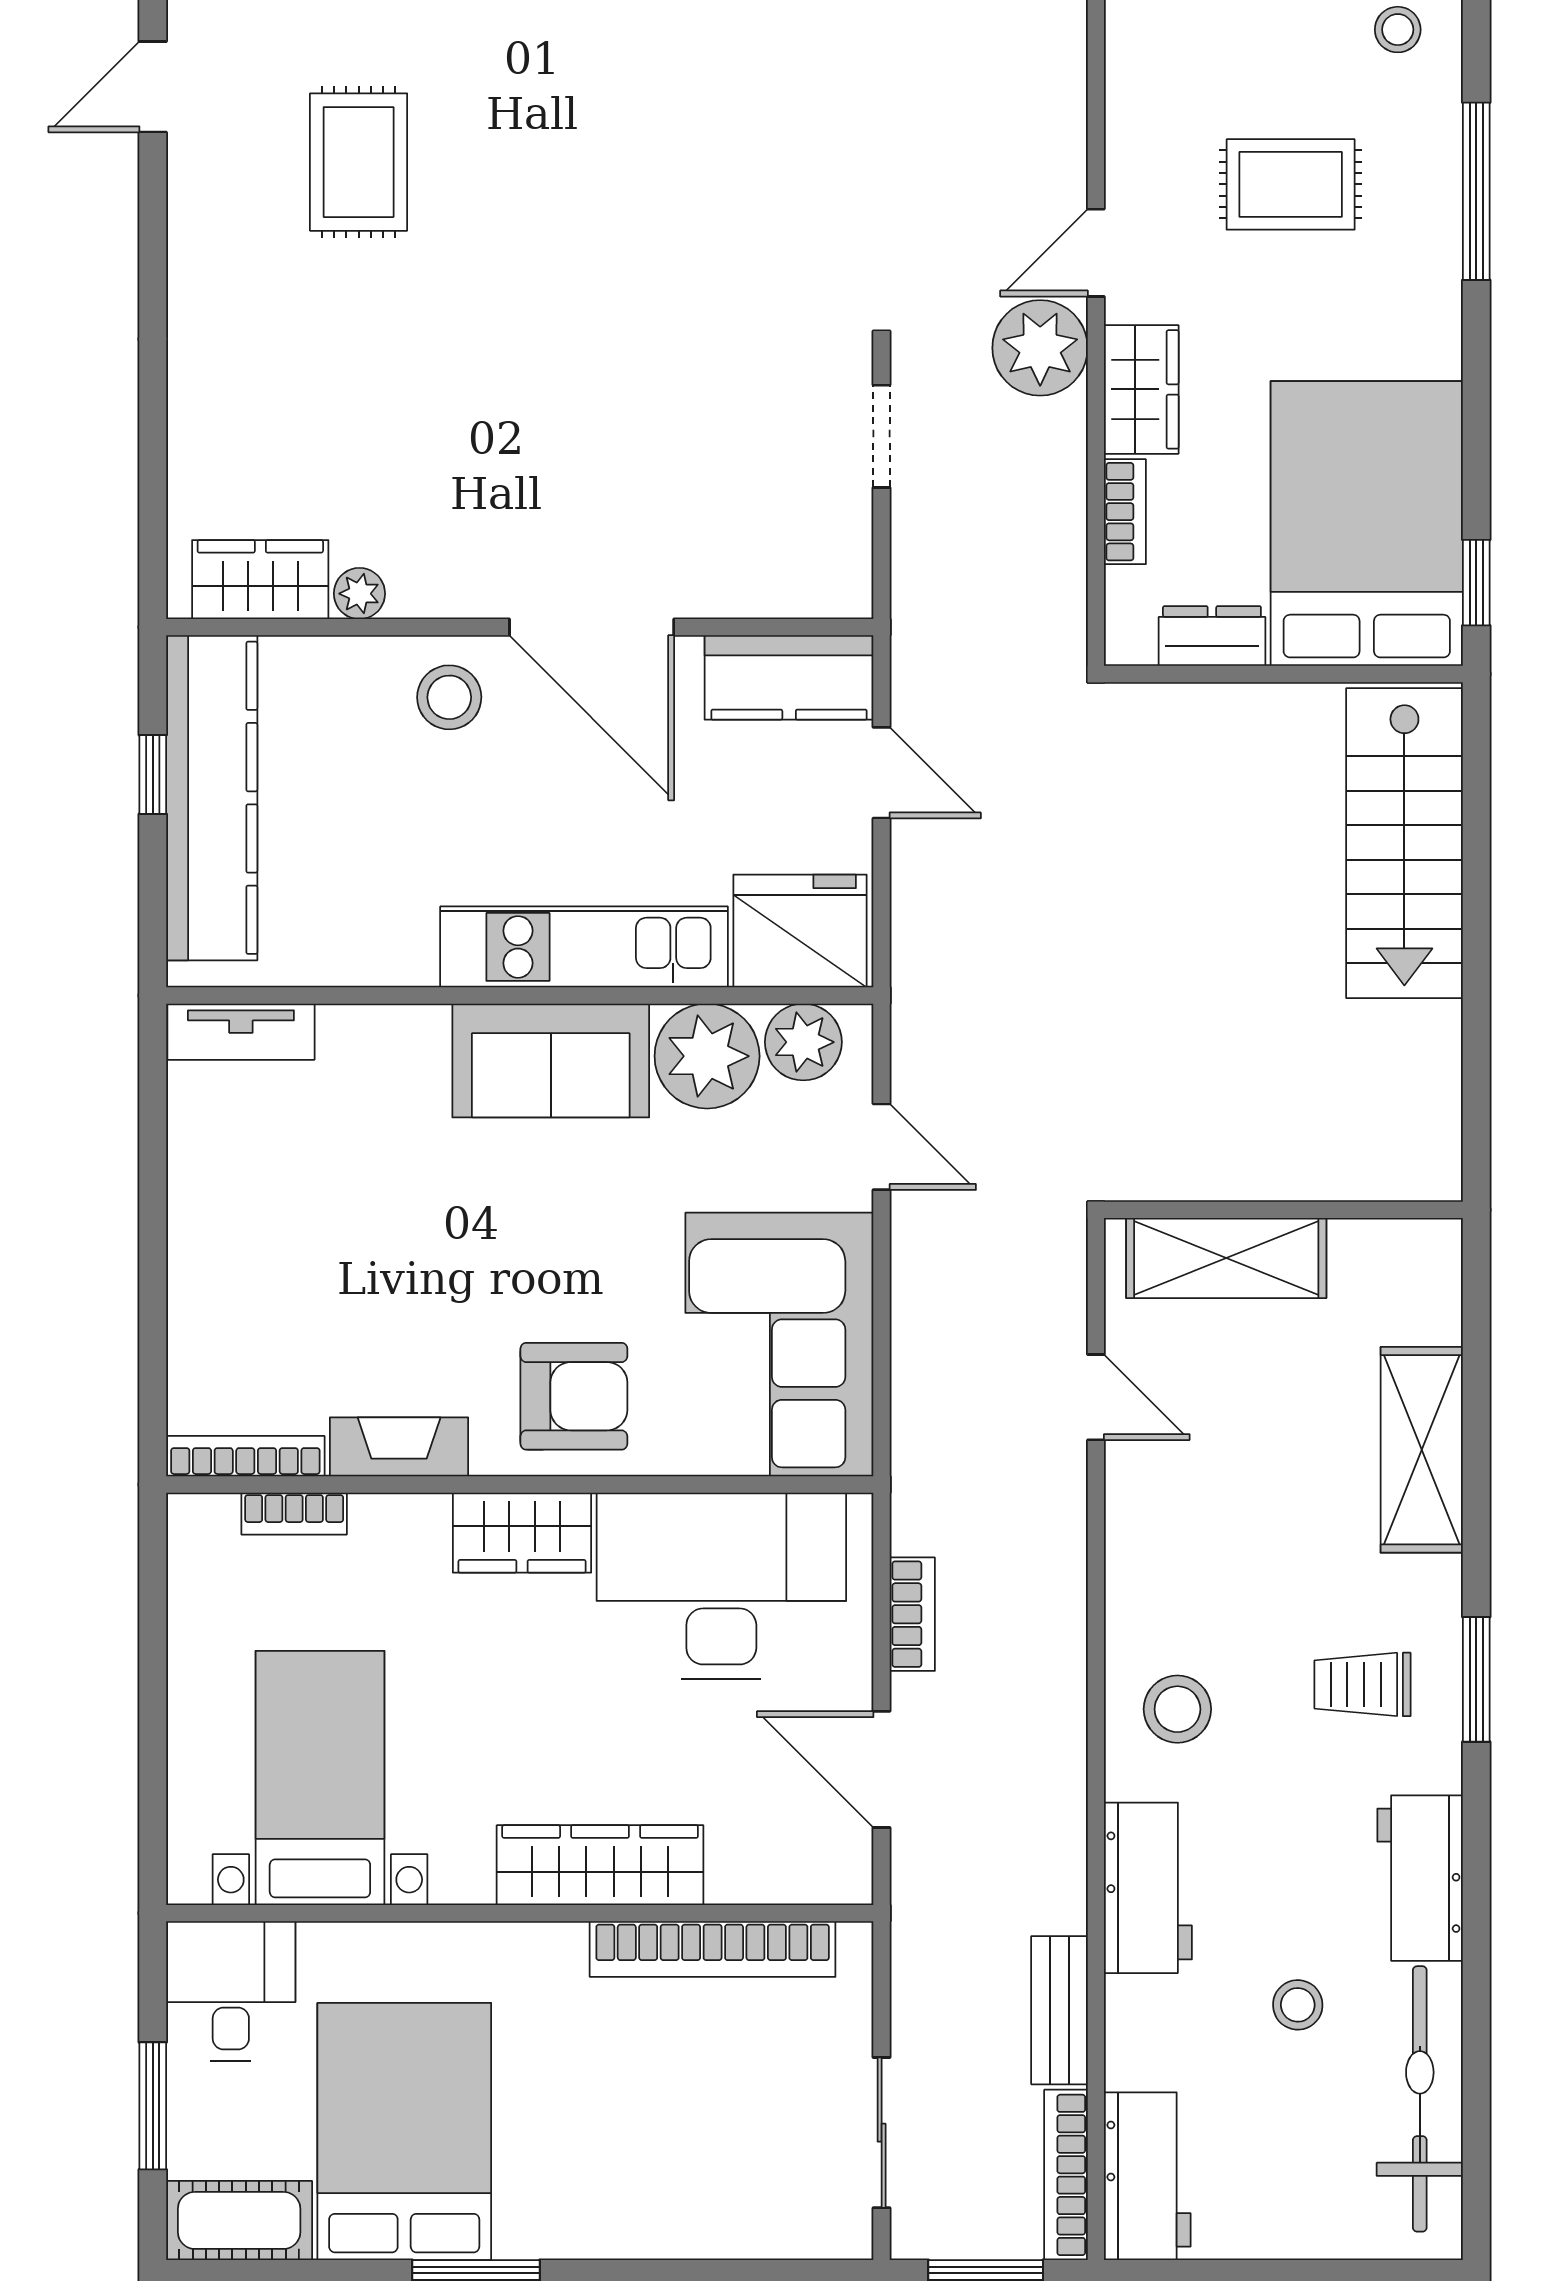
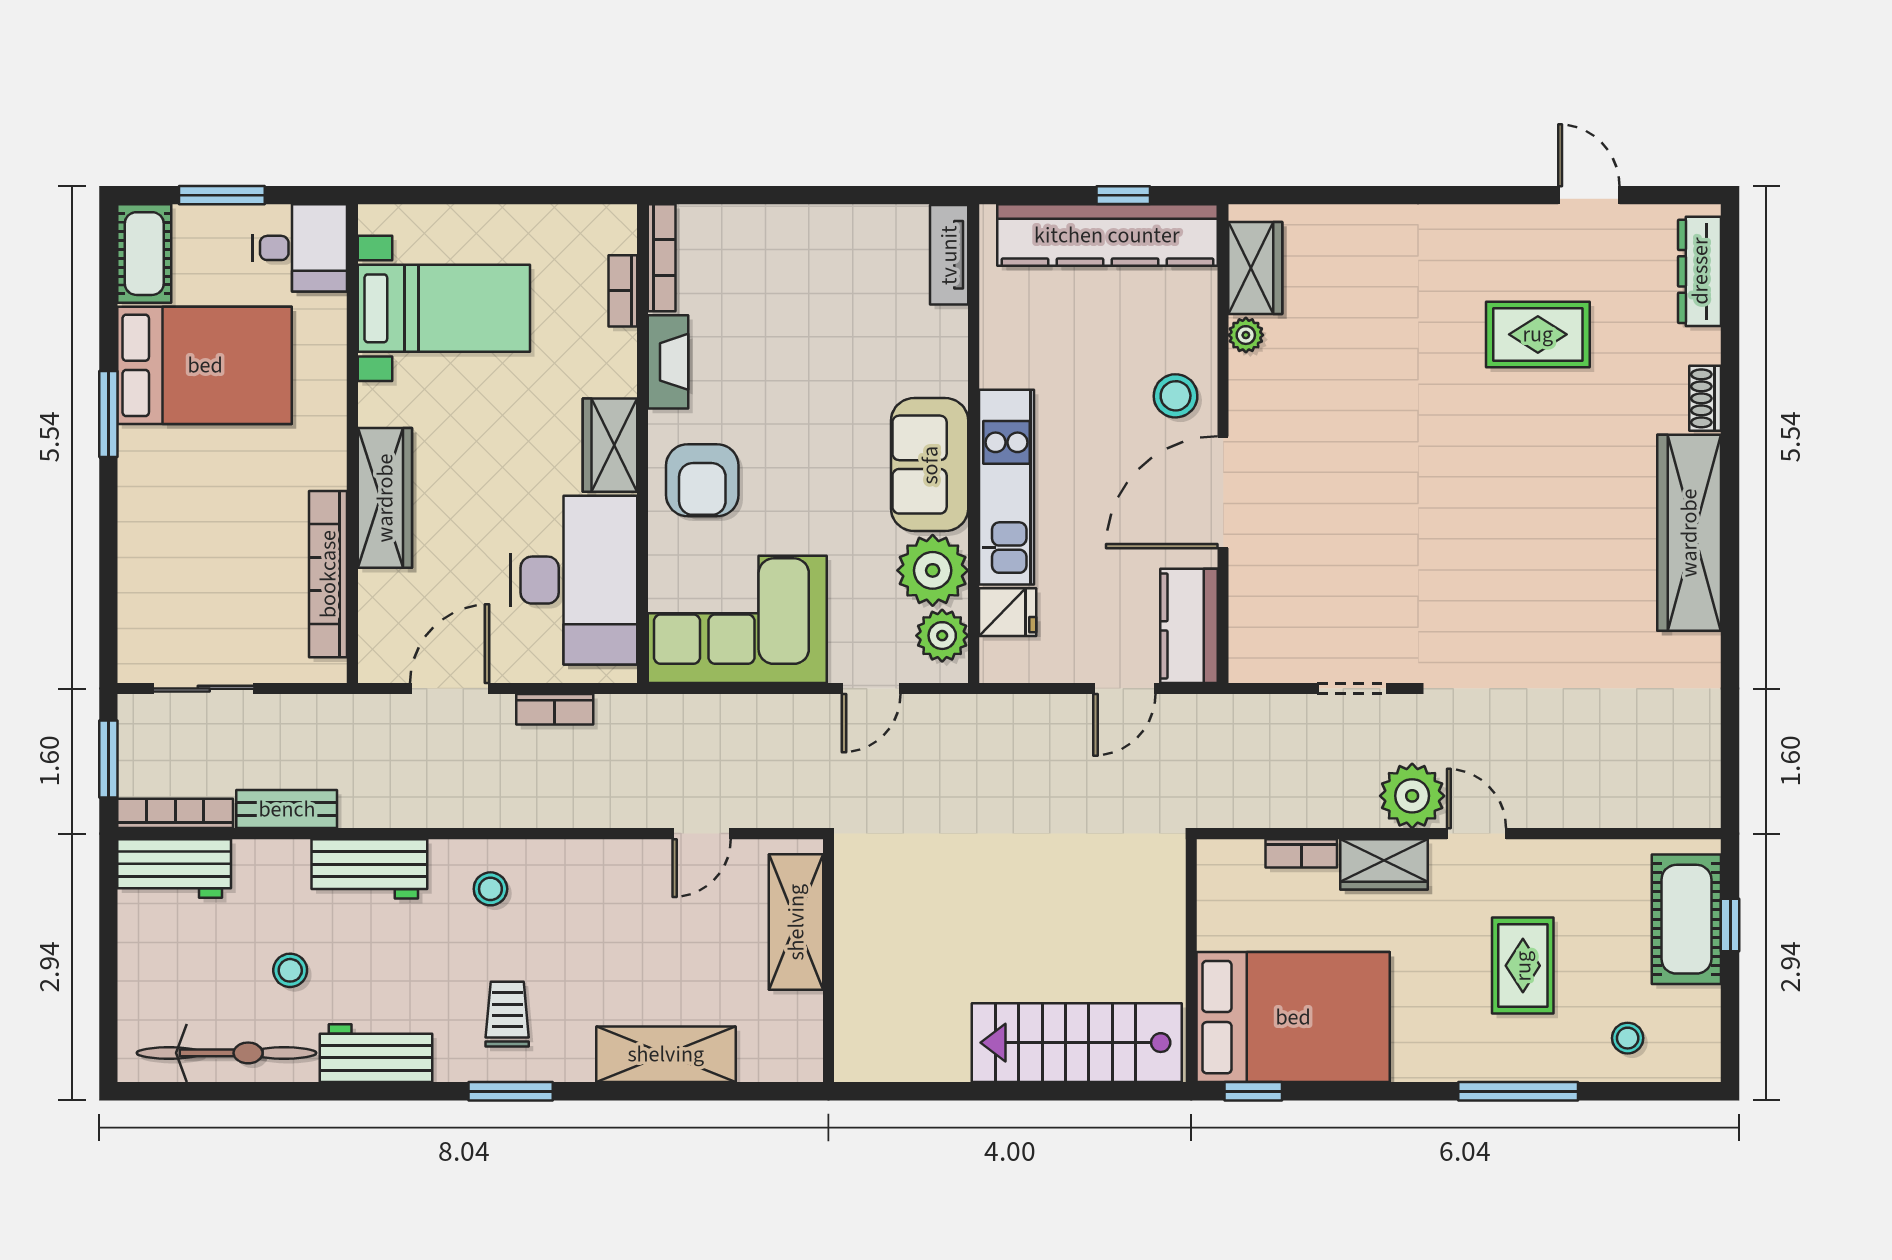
dresser: (1212, 636) -> (1217, 912), removed
fridge: (800, 931) -> (1008, 612), width x0.53, depth x0.75
stool: (1177, 1709) -> (490, 889), width x0.73, depth x0.73

